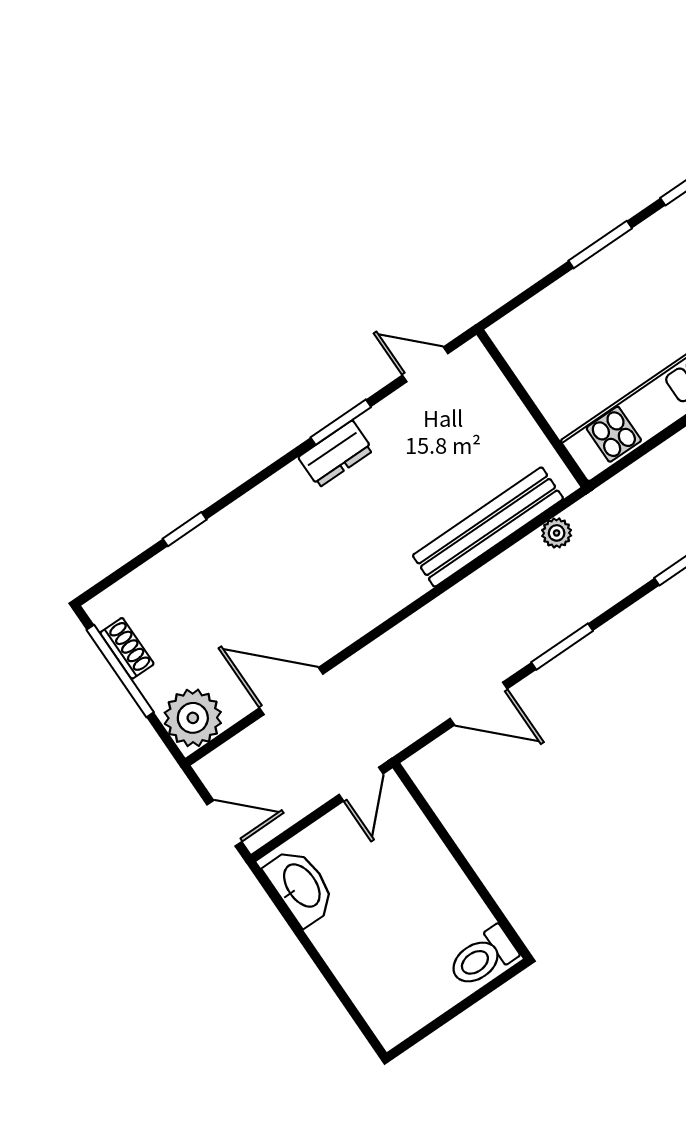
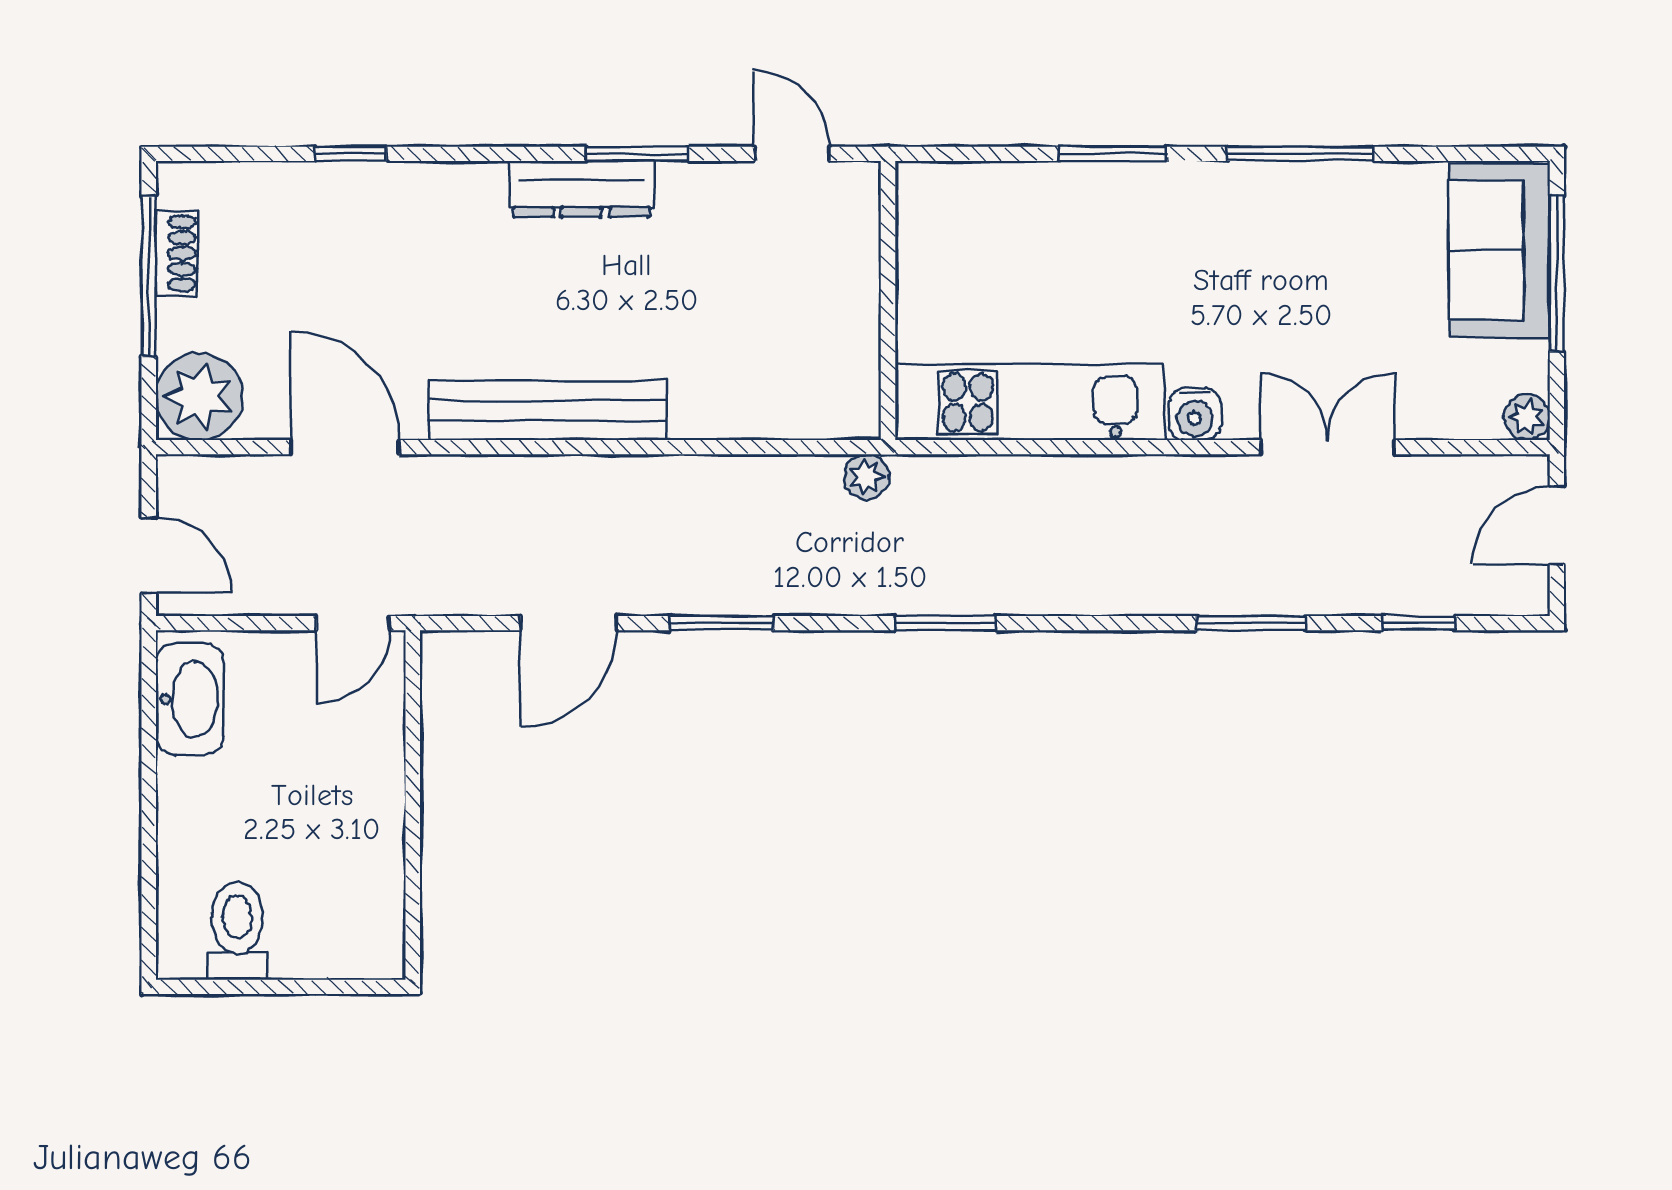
dresser: (336, 454) -> (581, 189), width x1.44
bench: (488, 527) -> (548, 411), moved
plant: (557, 533) -> (867, 477), moved
door: (479, 704) -> (569, 623), hinge flipped
toilet: (482, 957) -> (237, 931), moved, turned 90

